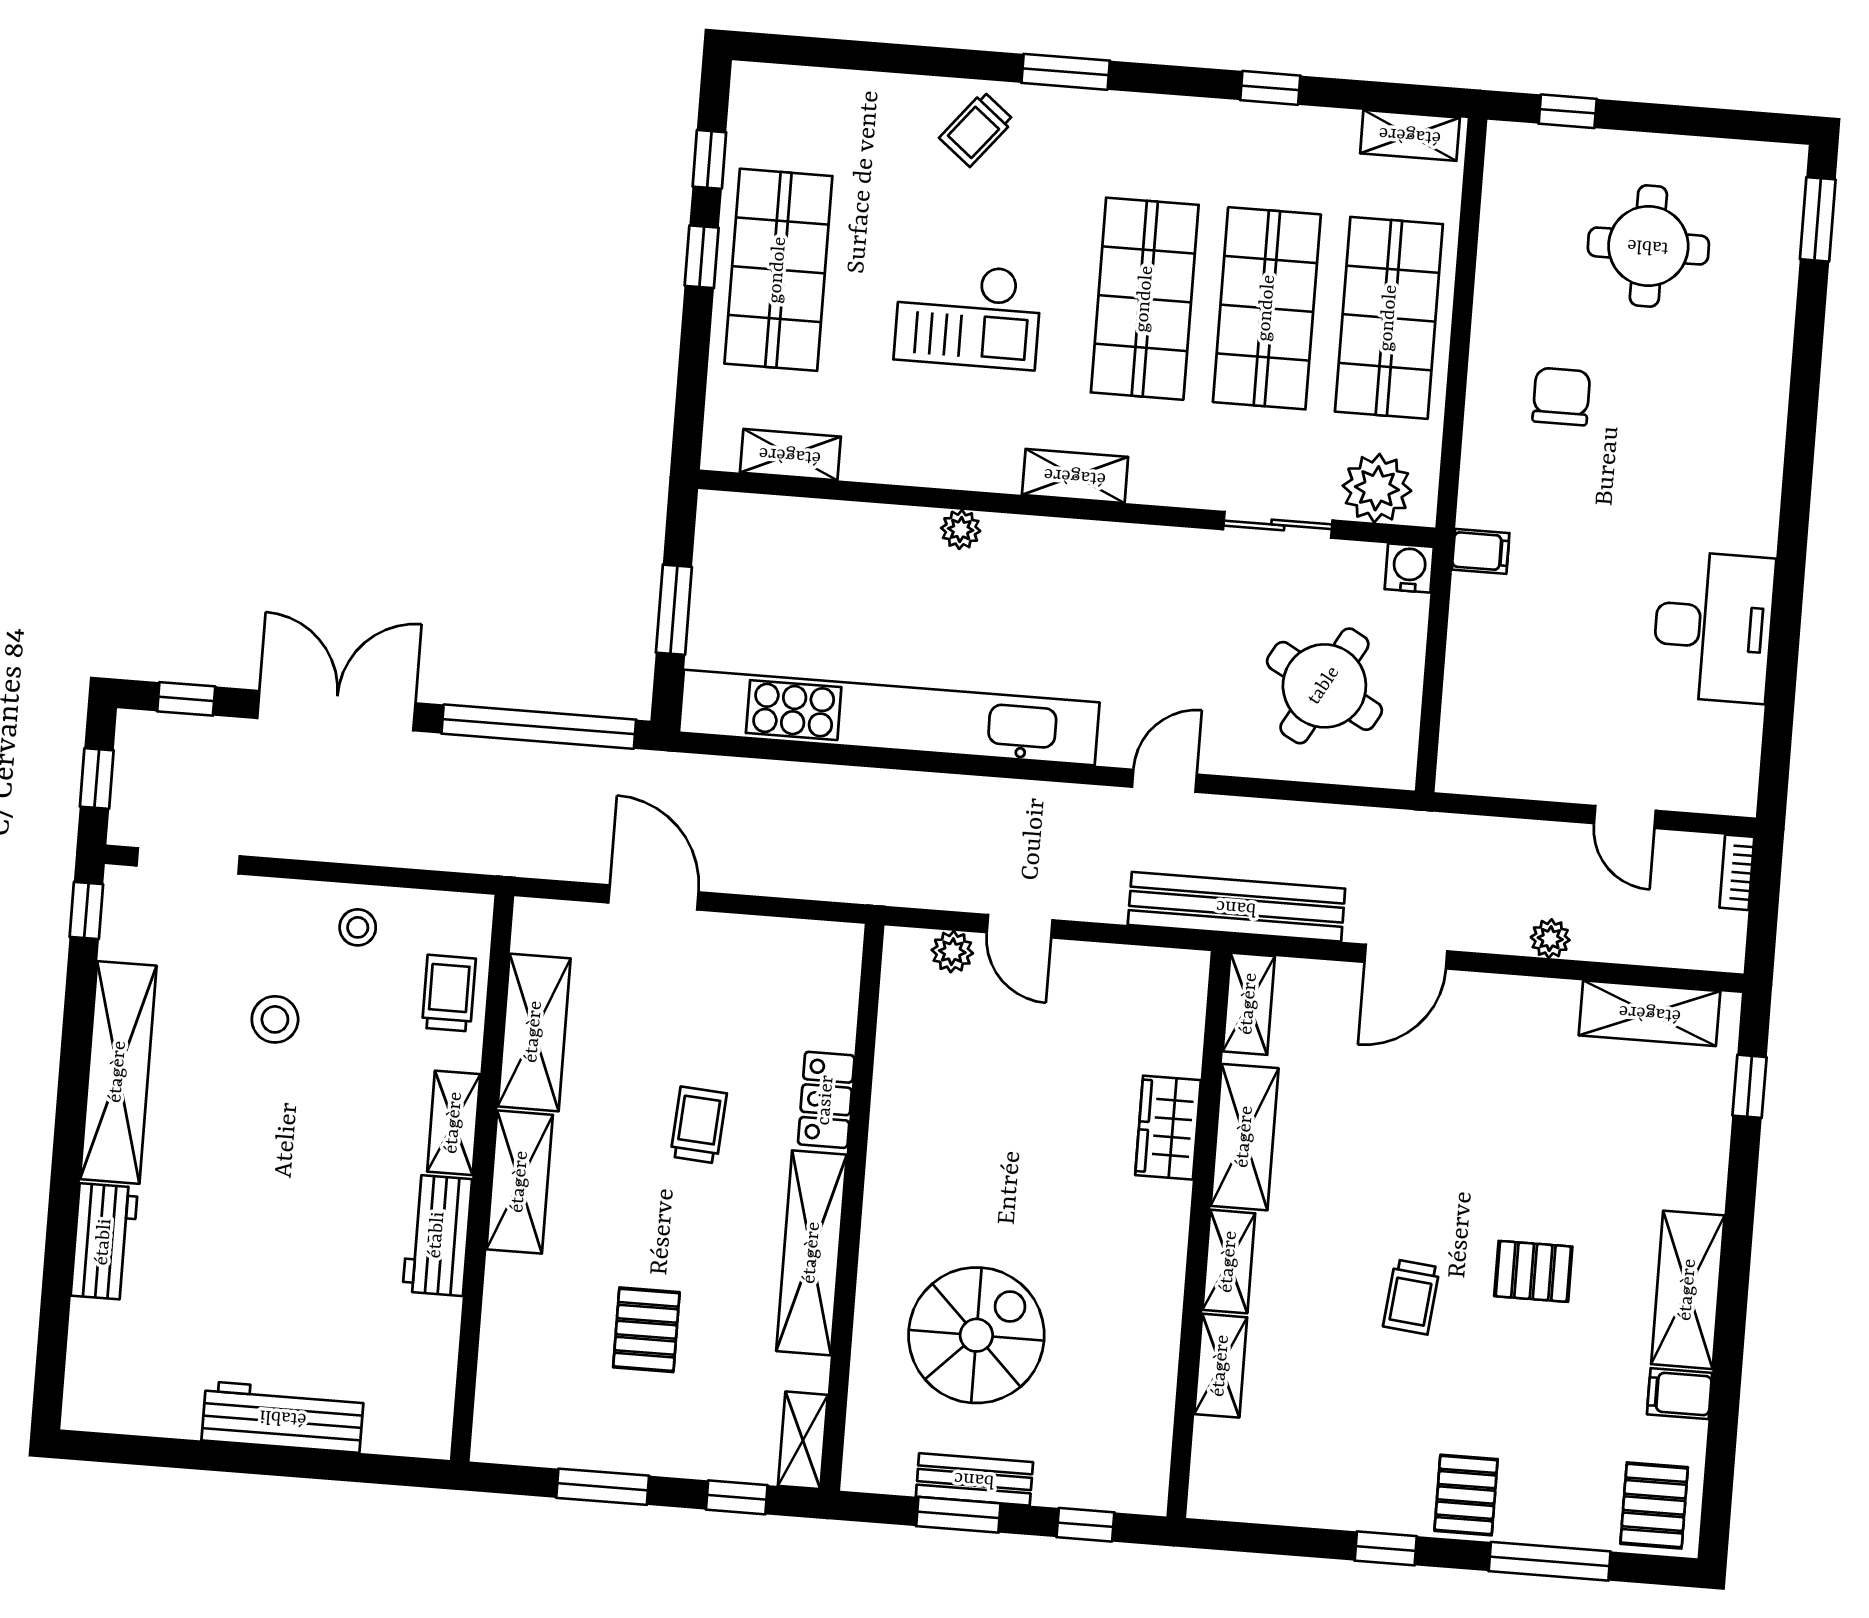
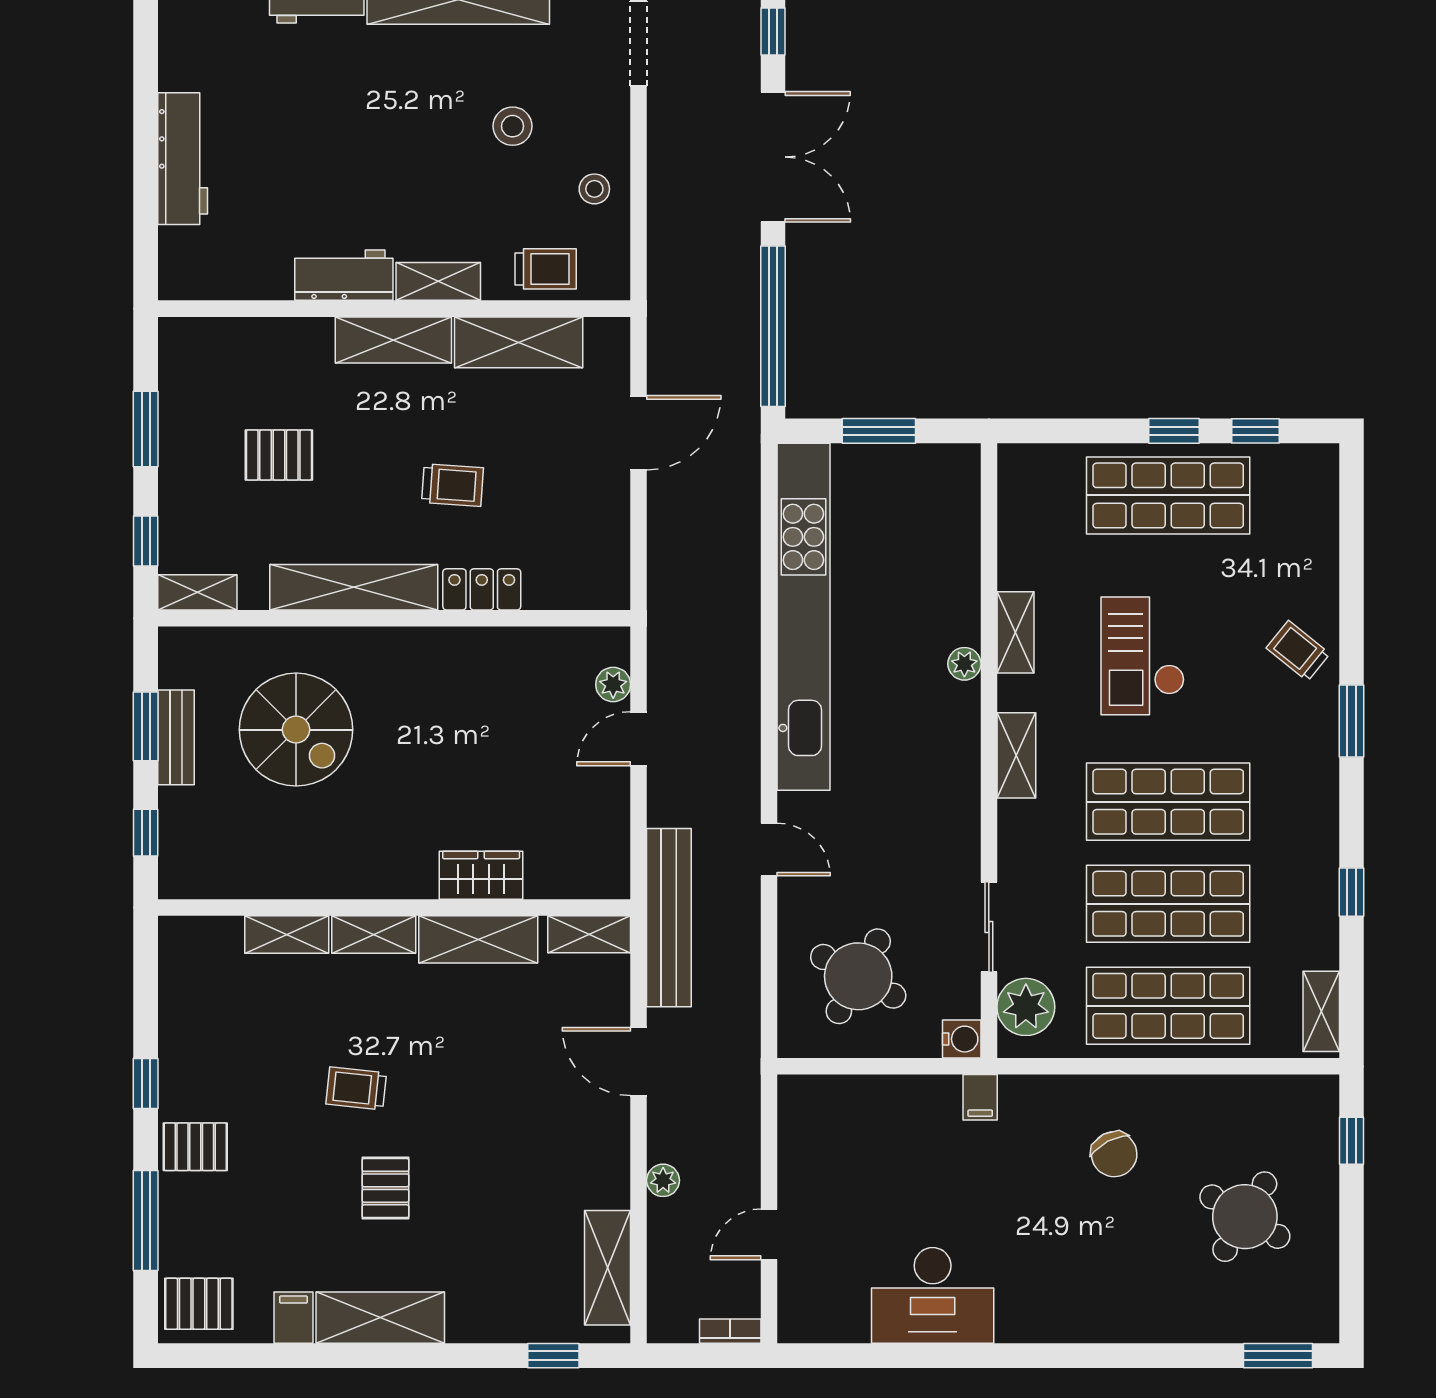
round table: (1648, 246) -> (1245, 1217), turned 31
chair: (1561, 396) -> (1114, 1154), turned 62
shelving: (790, 455) -> (1015, 632), moved

